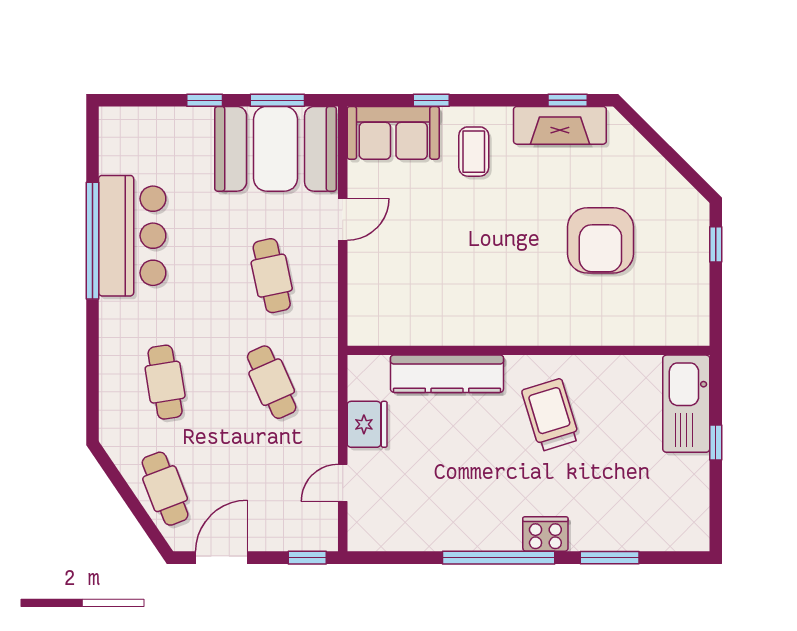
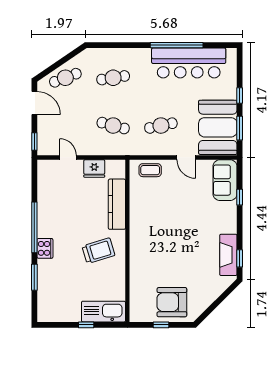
coffee table: (474, 152) -> (150, 170), moved
bar counter: (132, 236) -> (189, 63), width x1.36
armchair: (600, 240) -> (172, 302), moved
window: (716, 244) -> (161, 325), moved
cafe table: (272, 382) -> (113, 126), turned 39

